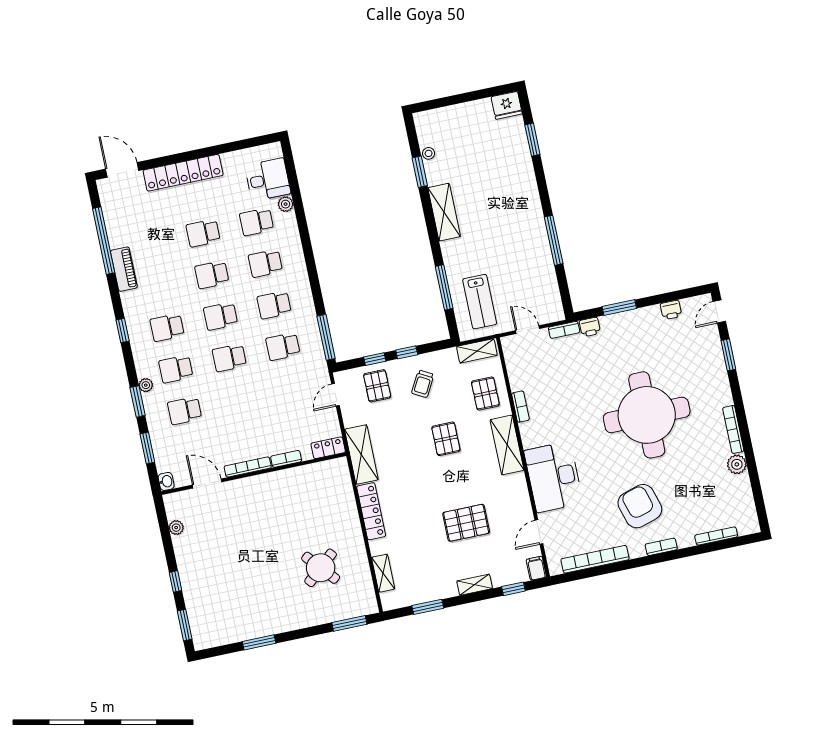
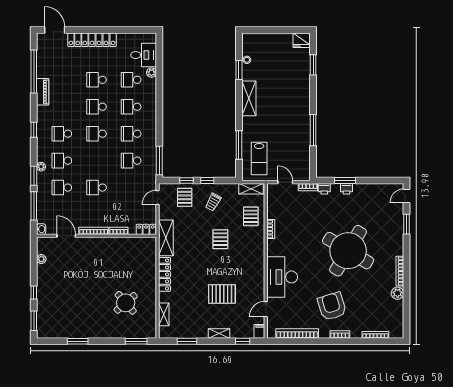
printer: (671, 310) -> (347, 189), moved
school desk: (229, 358) -> (96, 188), moved
round table: (647, 415) -> (348, 251), turned 31
shelving: (507, 445) -> (257, 251), removed
window: (147, 448) -> (34, 206), width x1.44

